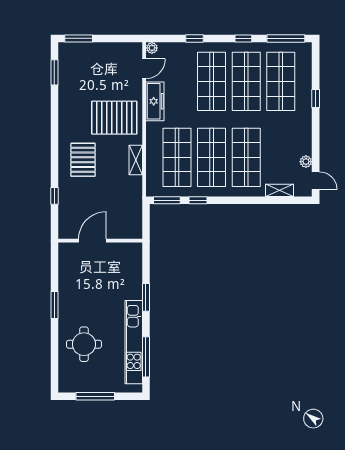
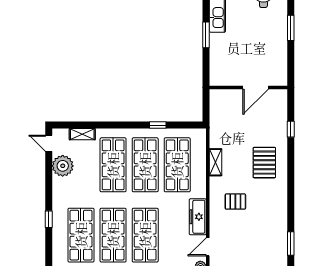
pallet: (114, 118) -> (235, 202), width x0.49, depth x0.50
plant: (306, 162) -> (63, 166), width x1.87, depth x1.87
window: (167, 200) -> (187, 125), removed

